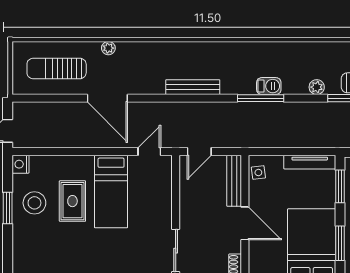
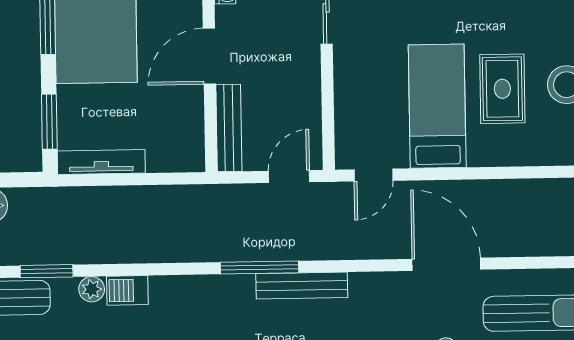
barbecue: (269, 86) -> (127, 290), moved
window: (261, 98) -> (260, 267), moved
side table: (258, 173) -> (188, 143), removed
door: (245, 223) -> (209, 56), hinge flipped

